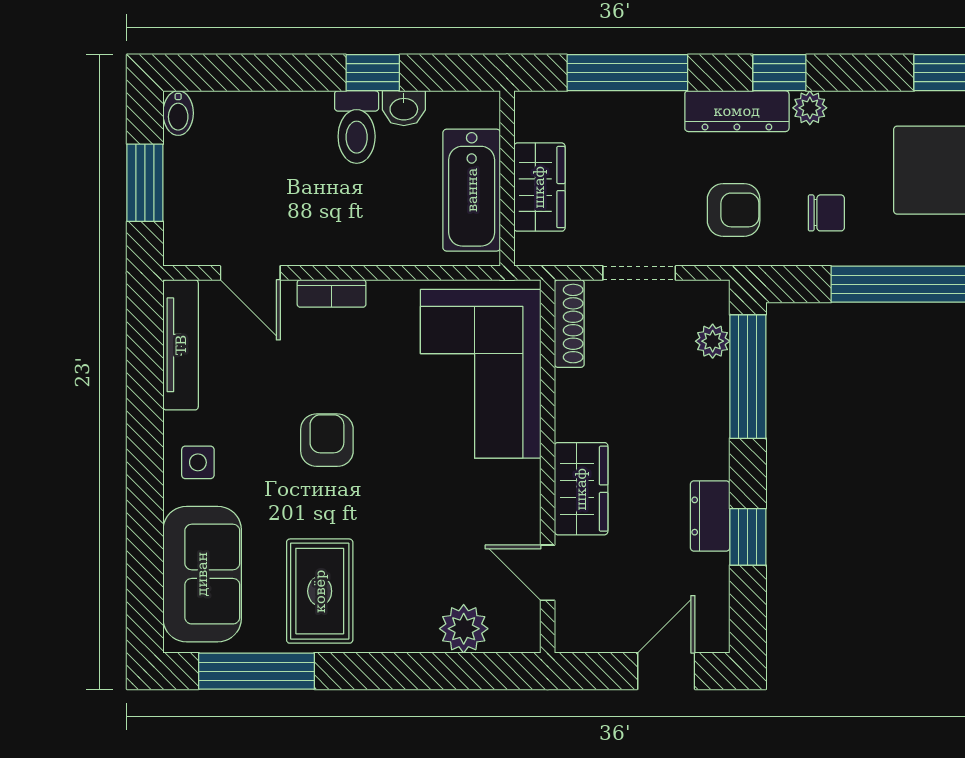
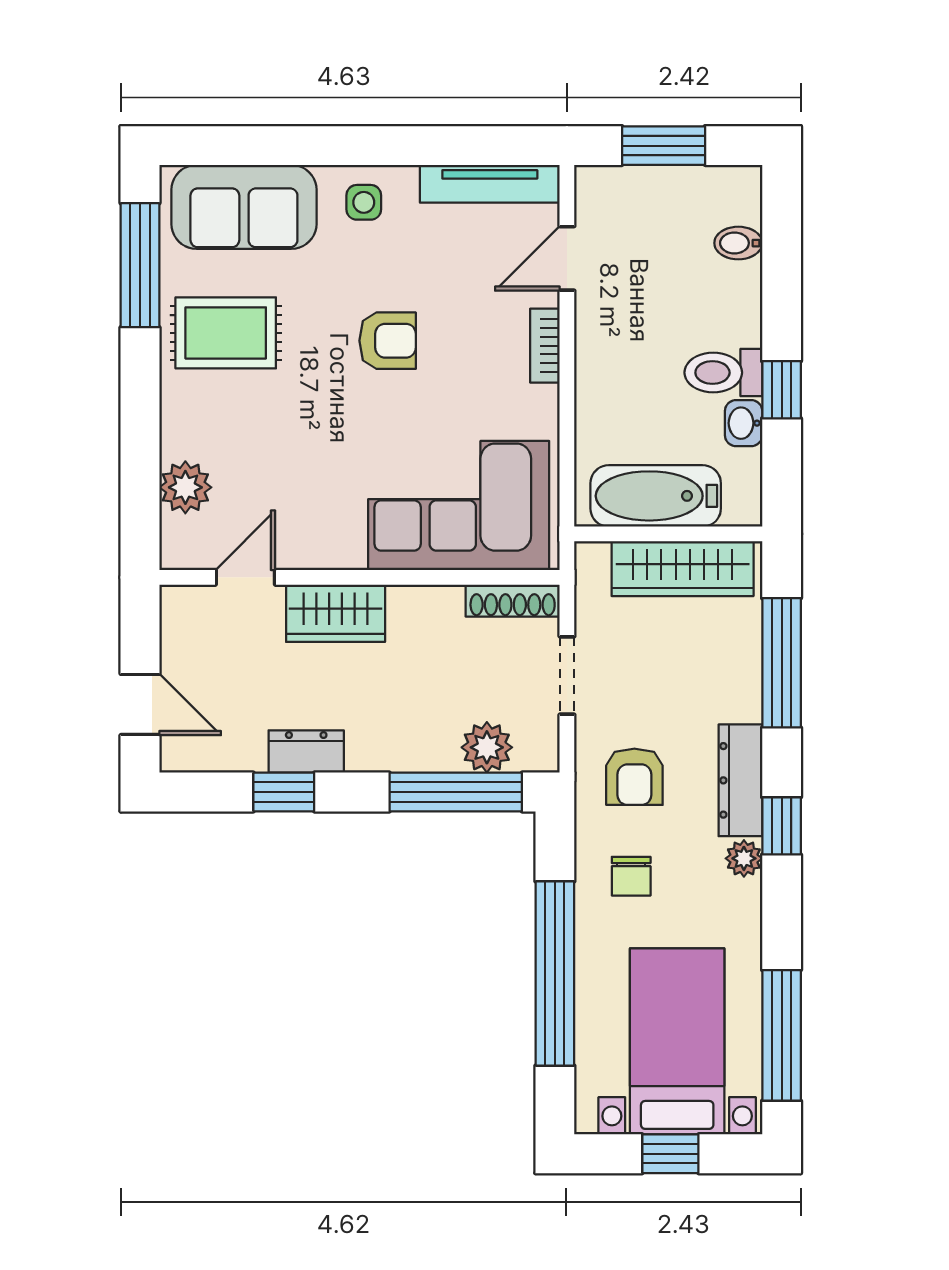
bidet: (178, 113) -> (738, 243), moved
wardrobe: (539, 187) -> (683, 569), width x1.50
plant: (713, 341) -> (487, 747), width x1.38, depth x1.38

